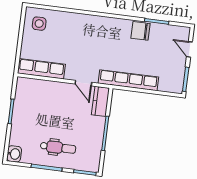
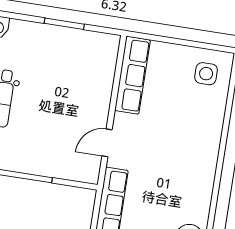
kitchen counter: (100, 101) -> (76, 170), removed

